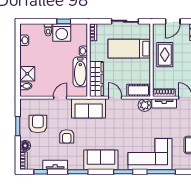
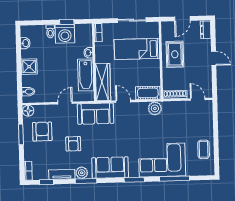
shower: (27, 74) -> (29, 67), moved
tv unit: (164, 103) -> (176, 106), removed
floor lamp: (25, 146) -> (28, 111), moved
plant: (74, 164) -> (82, 173), added

